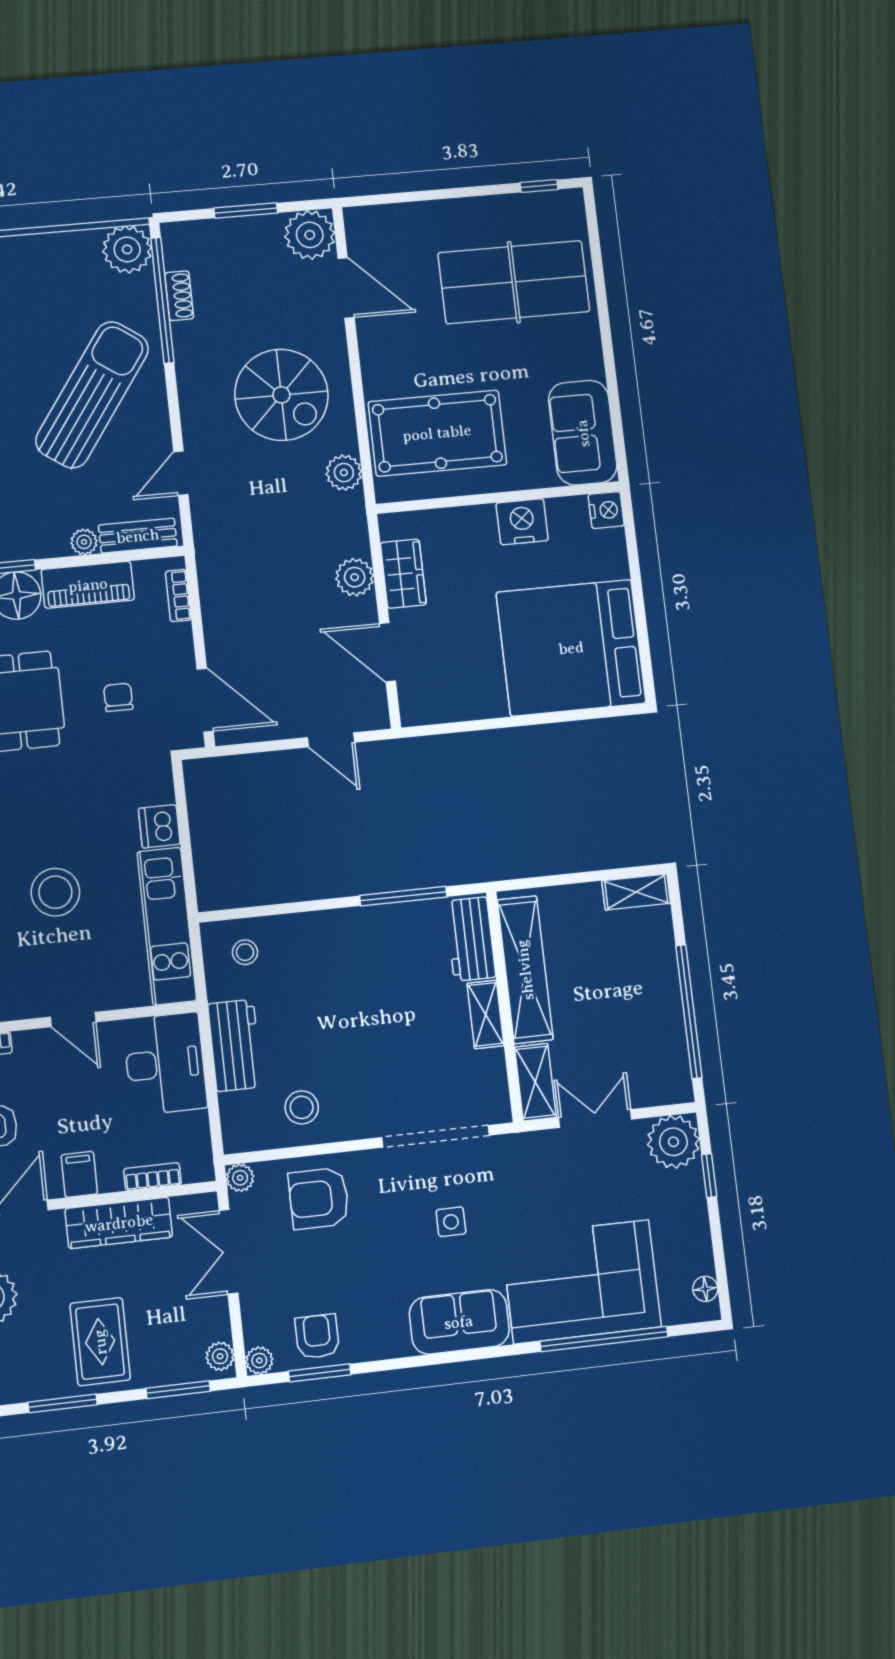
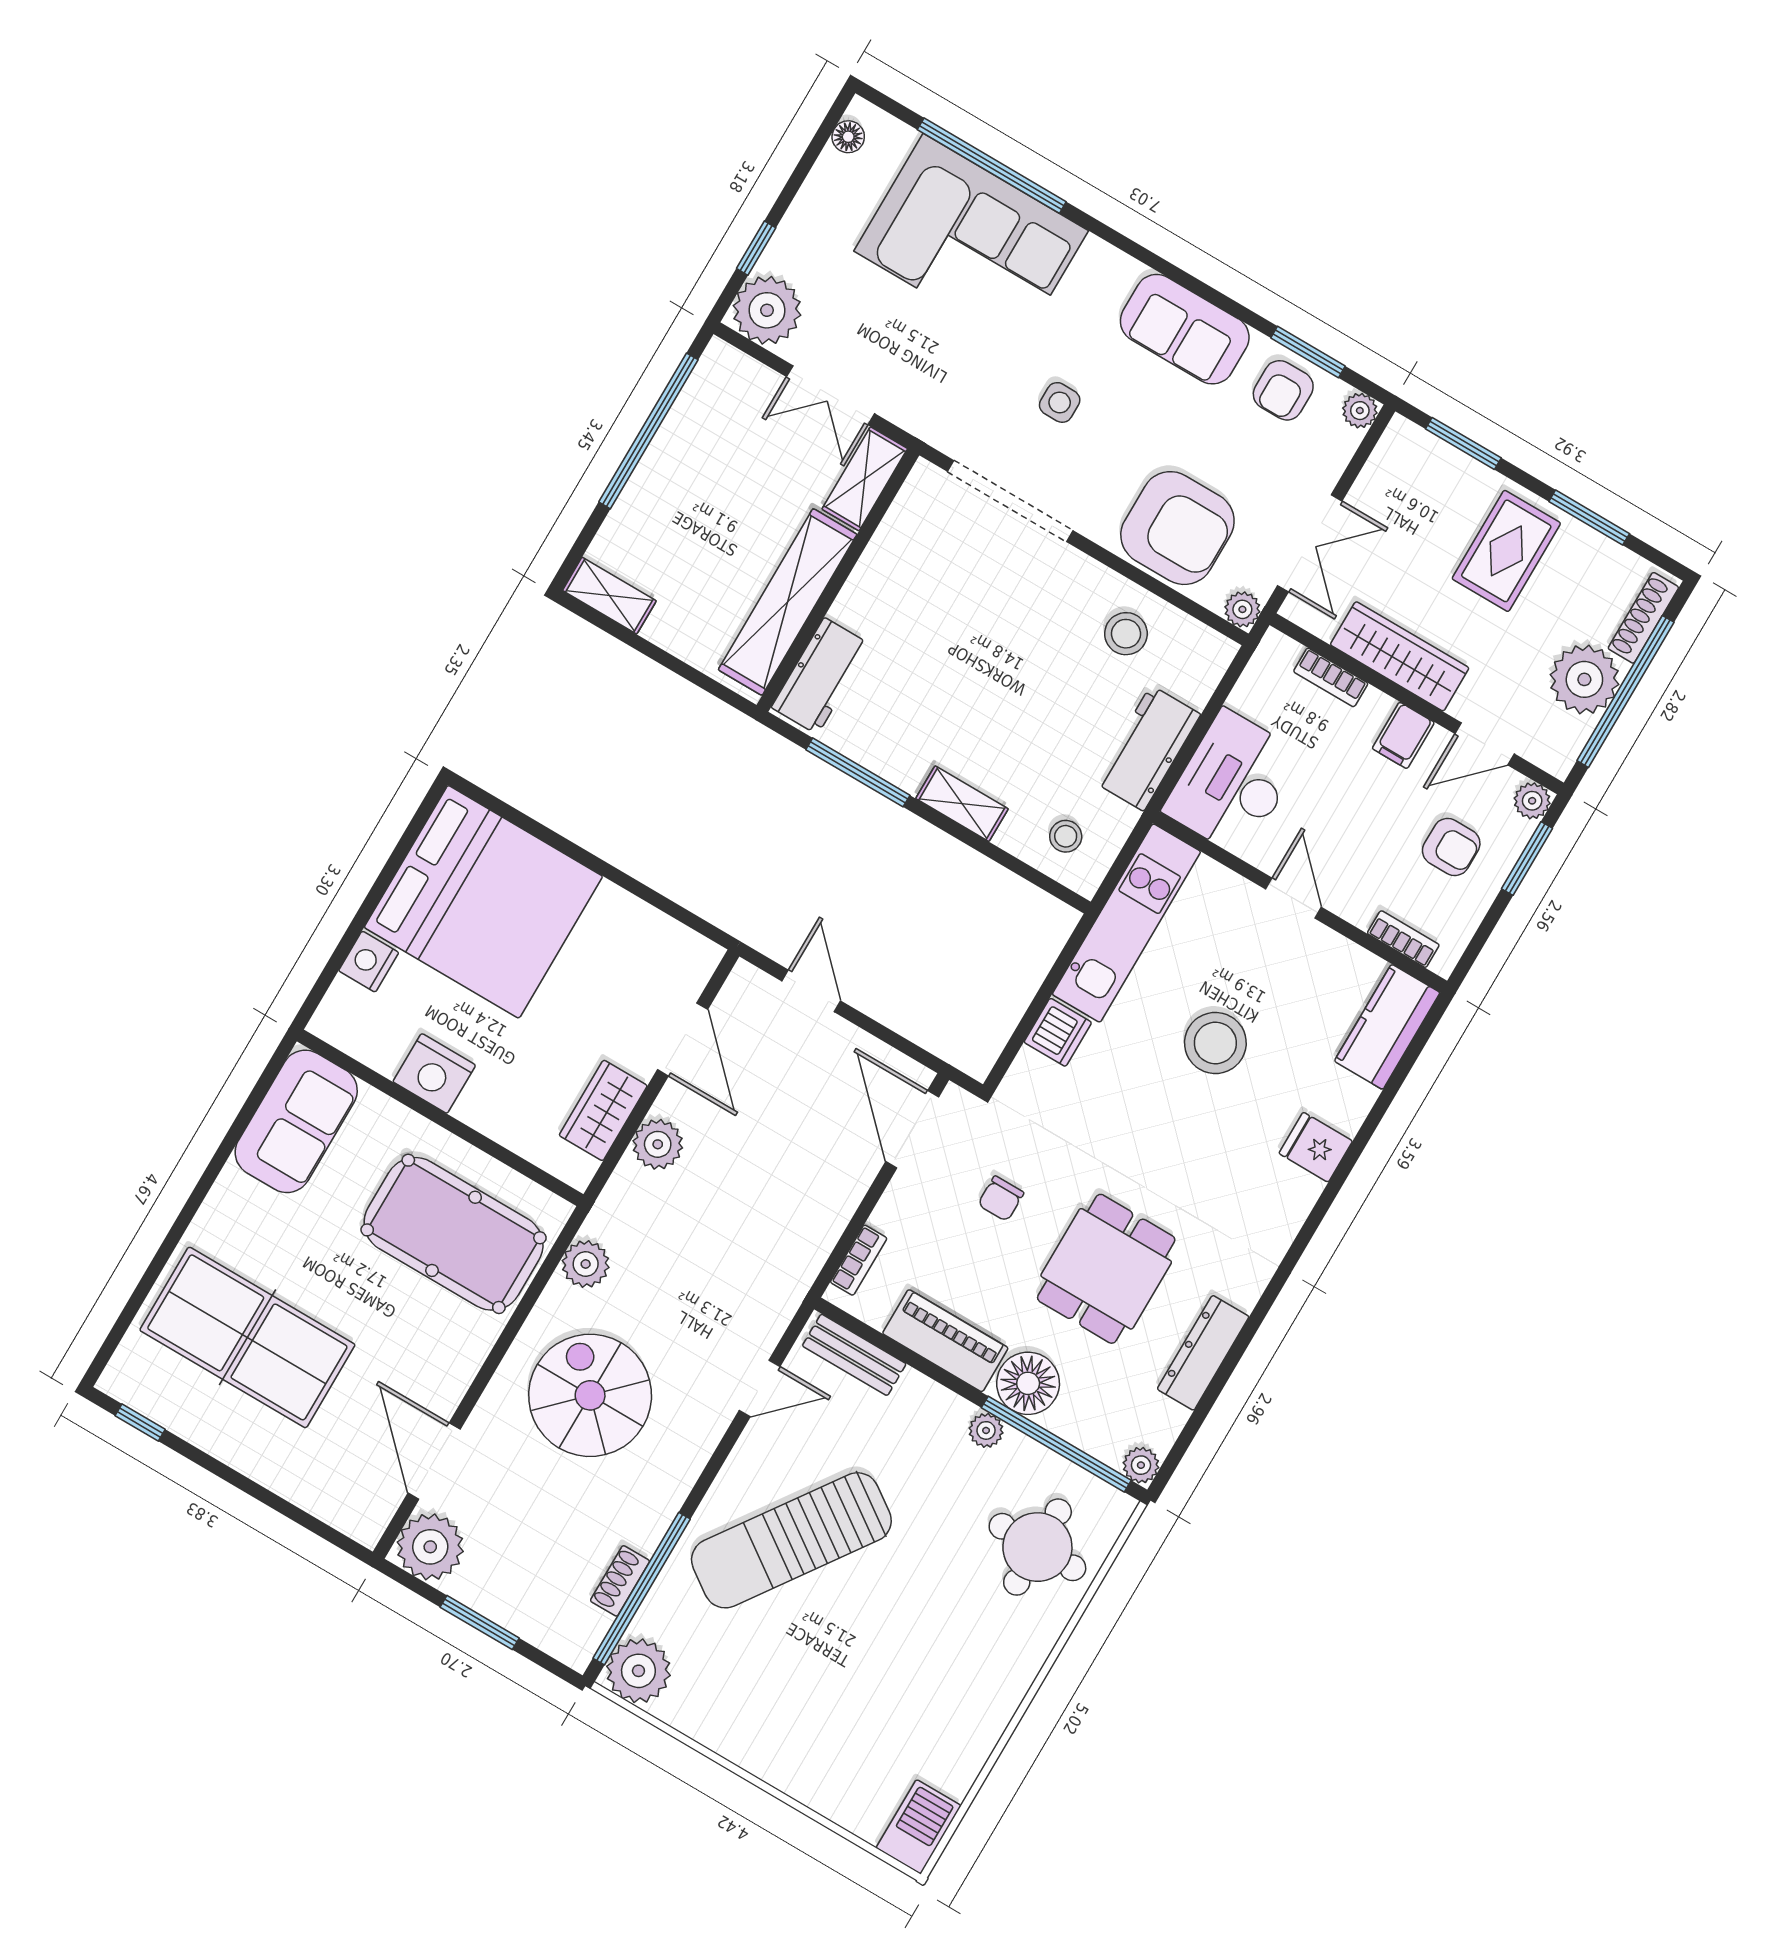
nightstand: (606, 510) -> (369, 962), moved
plant: (84, 542) -> (986, 1430), moved
shelving: (485, 1014) -> (962, 804), moved, turned 90
armchair: (319, 1198) -> (1177, 528), width x1.36, depth x1.36
sofa: (459, 1322) -> (1185, 329), moved
plant: (220, 1356) -> (1396, 445), removed

